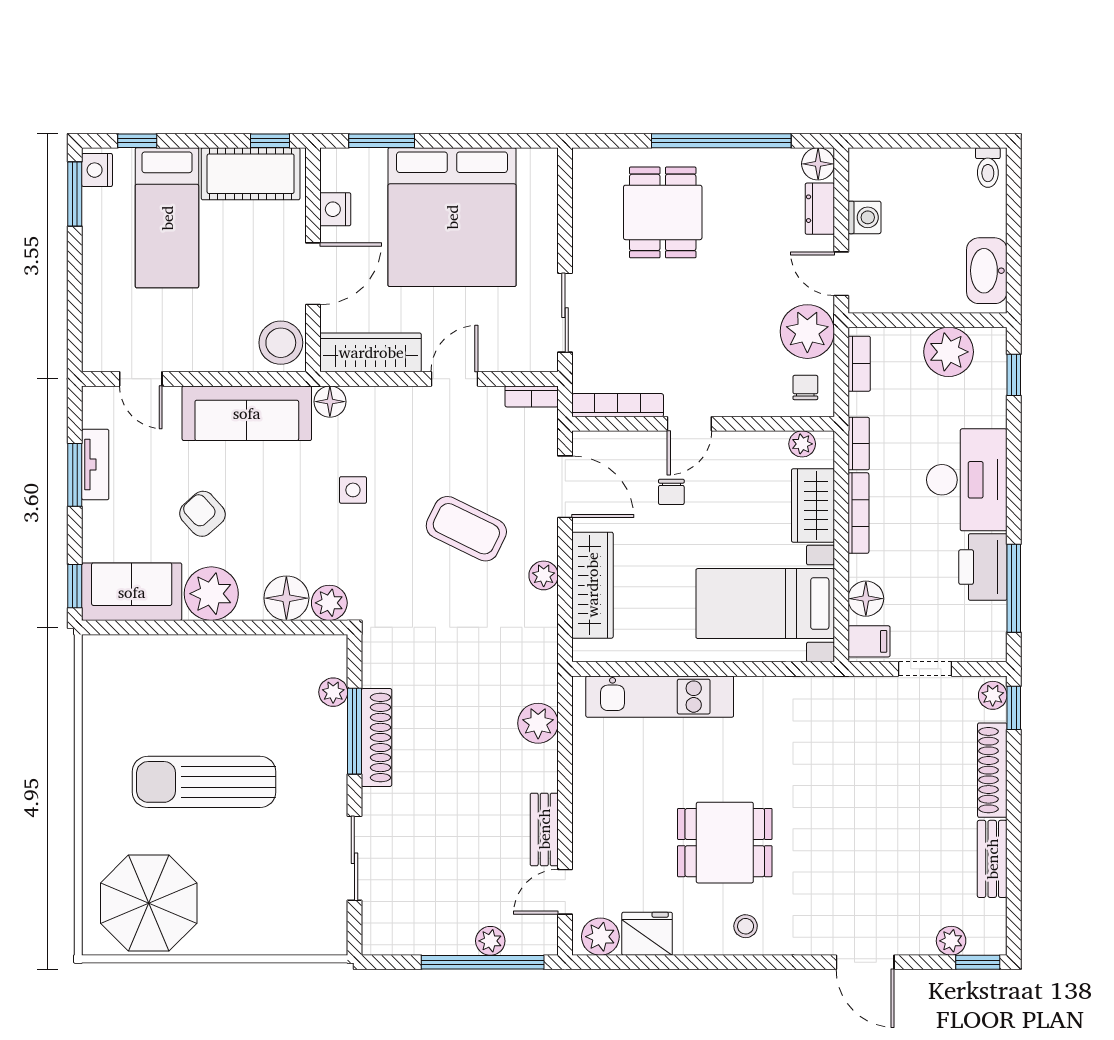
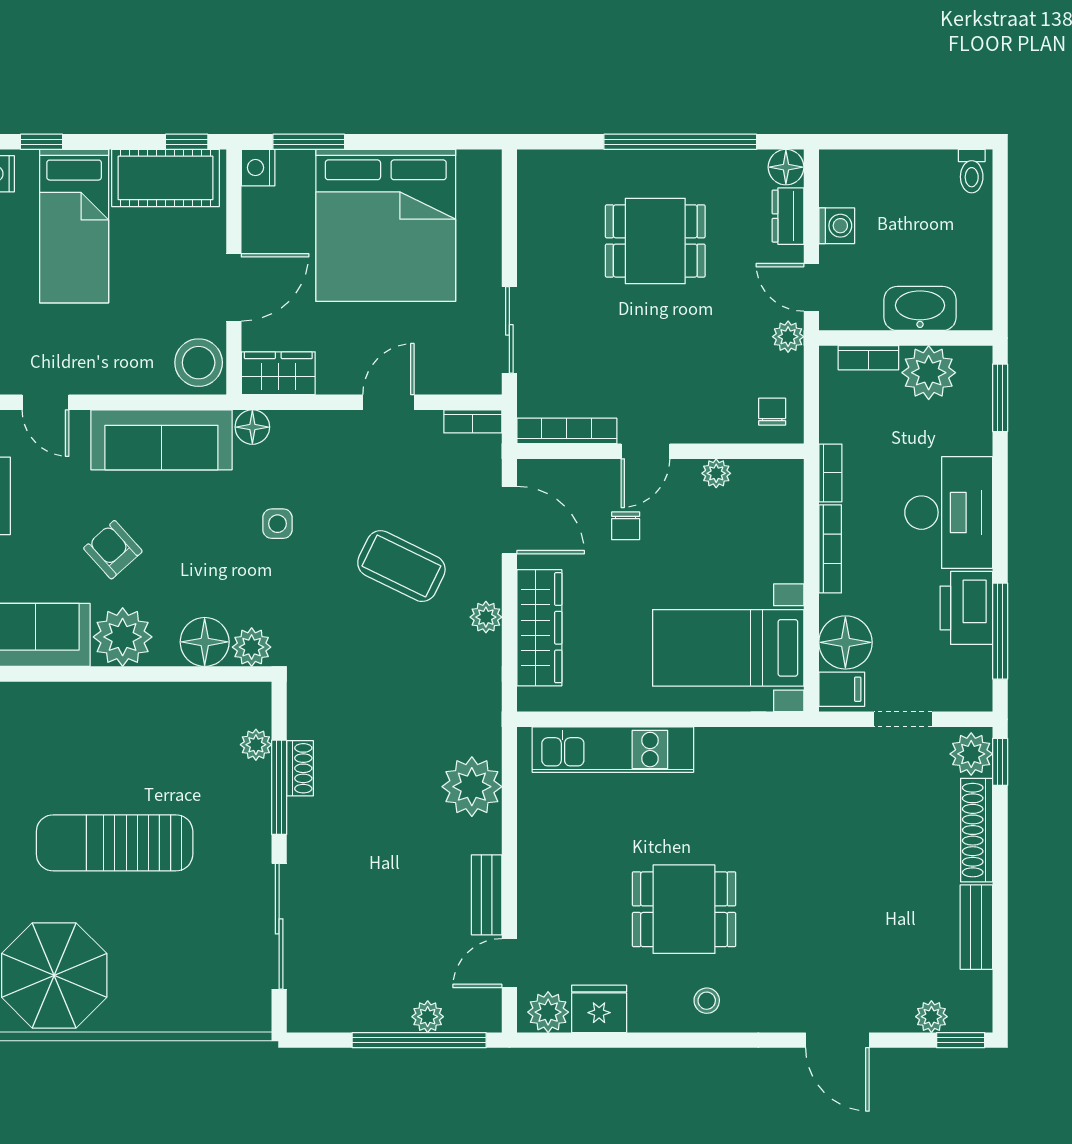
nightstand: (335, 209) -> (258, 168), moved
dining table: (663, 212) -> (655, 241), moved, turned 90
washbasin: (987, 271) -> (920, 308), moved, turned 90
plant: (807, 332) -> (788, 337), width x0.53, depth x0.53
wardrobe: (371, 352) -> (278, 373), width x0.67
bookcase: (859, 364) -> (868, 358), moved, turned 90
window: (1014, 375) -> (1000, 398), width x1.50
plant: (802, 444) -> (716, 473), moved
wardrobe: (813, 505) -> (780, 541), removed
floor lamp: (866, 599) -> (845, 642), width x1.38, depth x1.38
plant: (993, 695) -> (971, 754), width x1.38, depth x1.38
plant: (538, 723) -> (472, 787), width x1.36, depth x1.36
shoe rack: (377, 737) -> (300, 768), width x0.51, depth x0.81
sliding door: (354, 858) -> (279, 926), width x1.37

